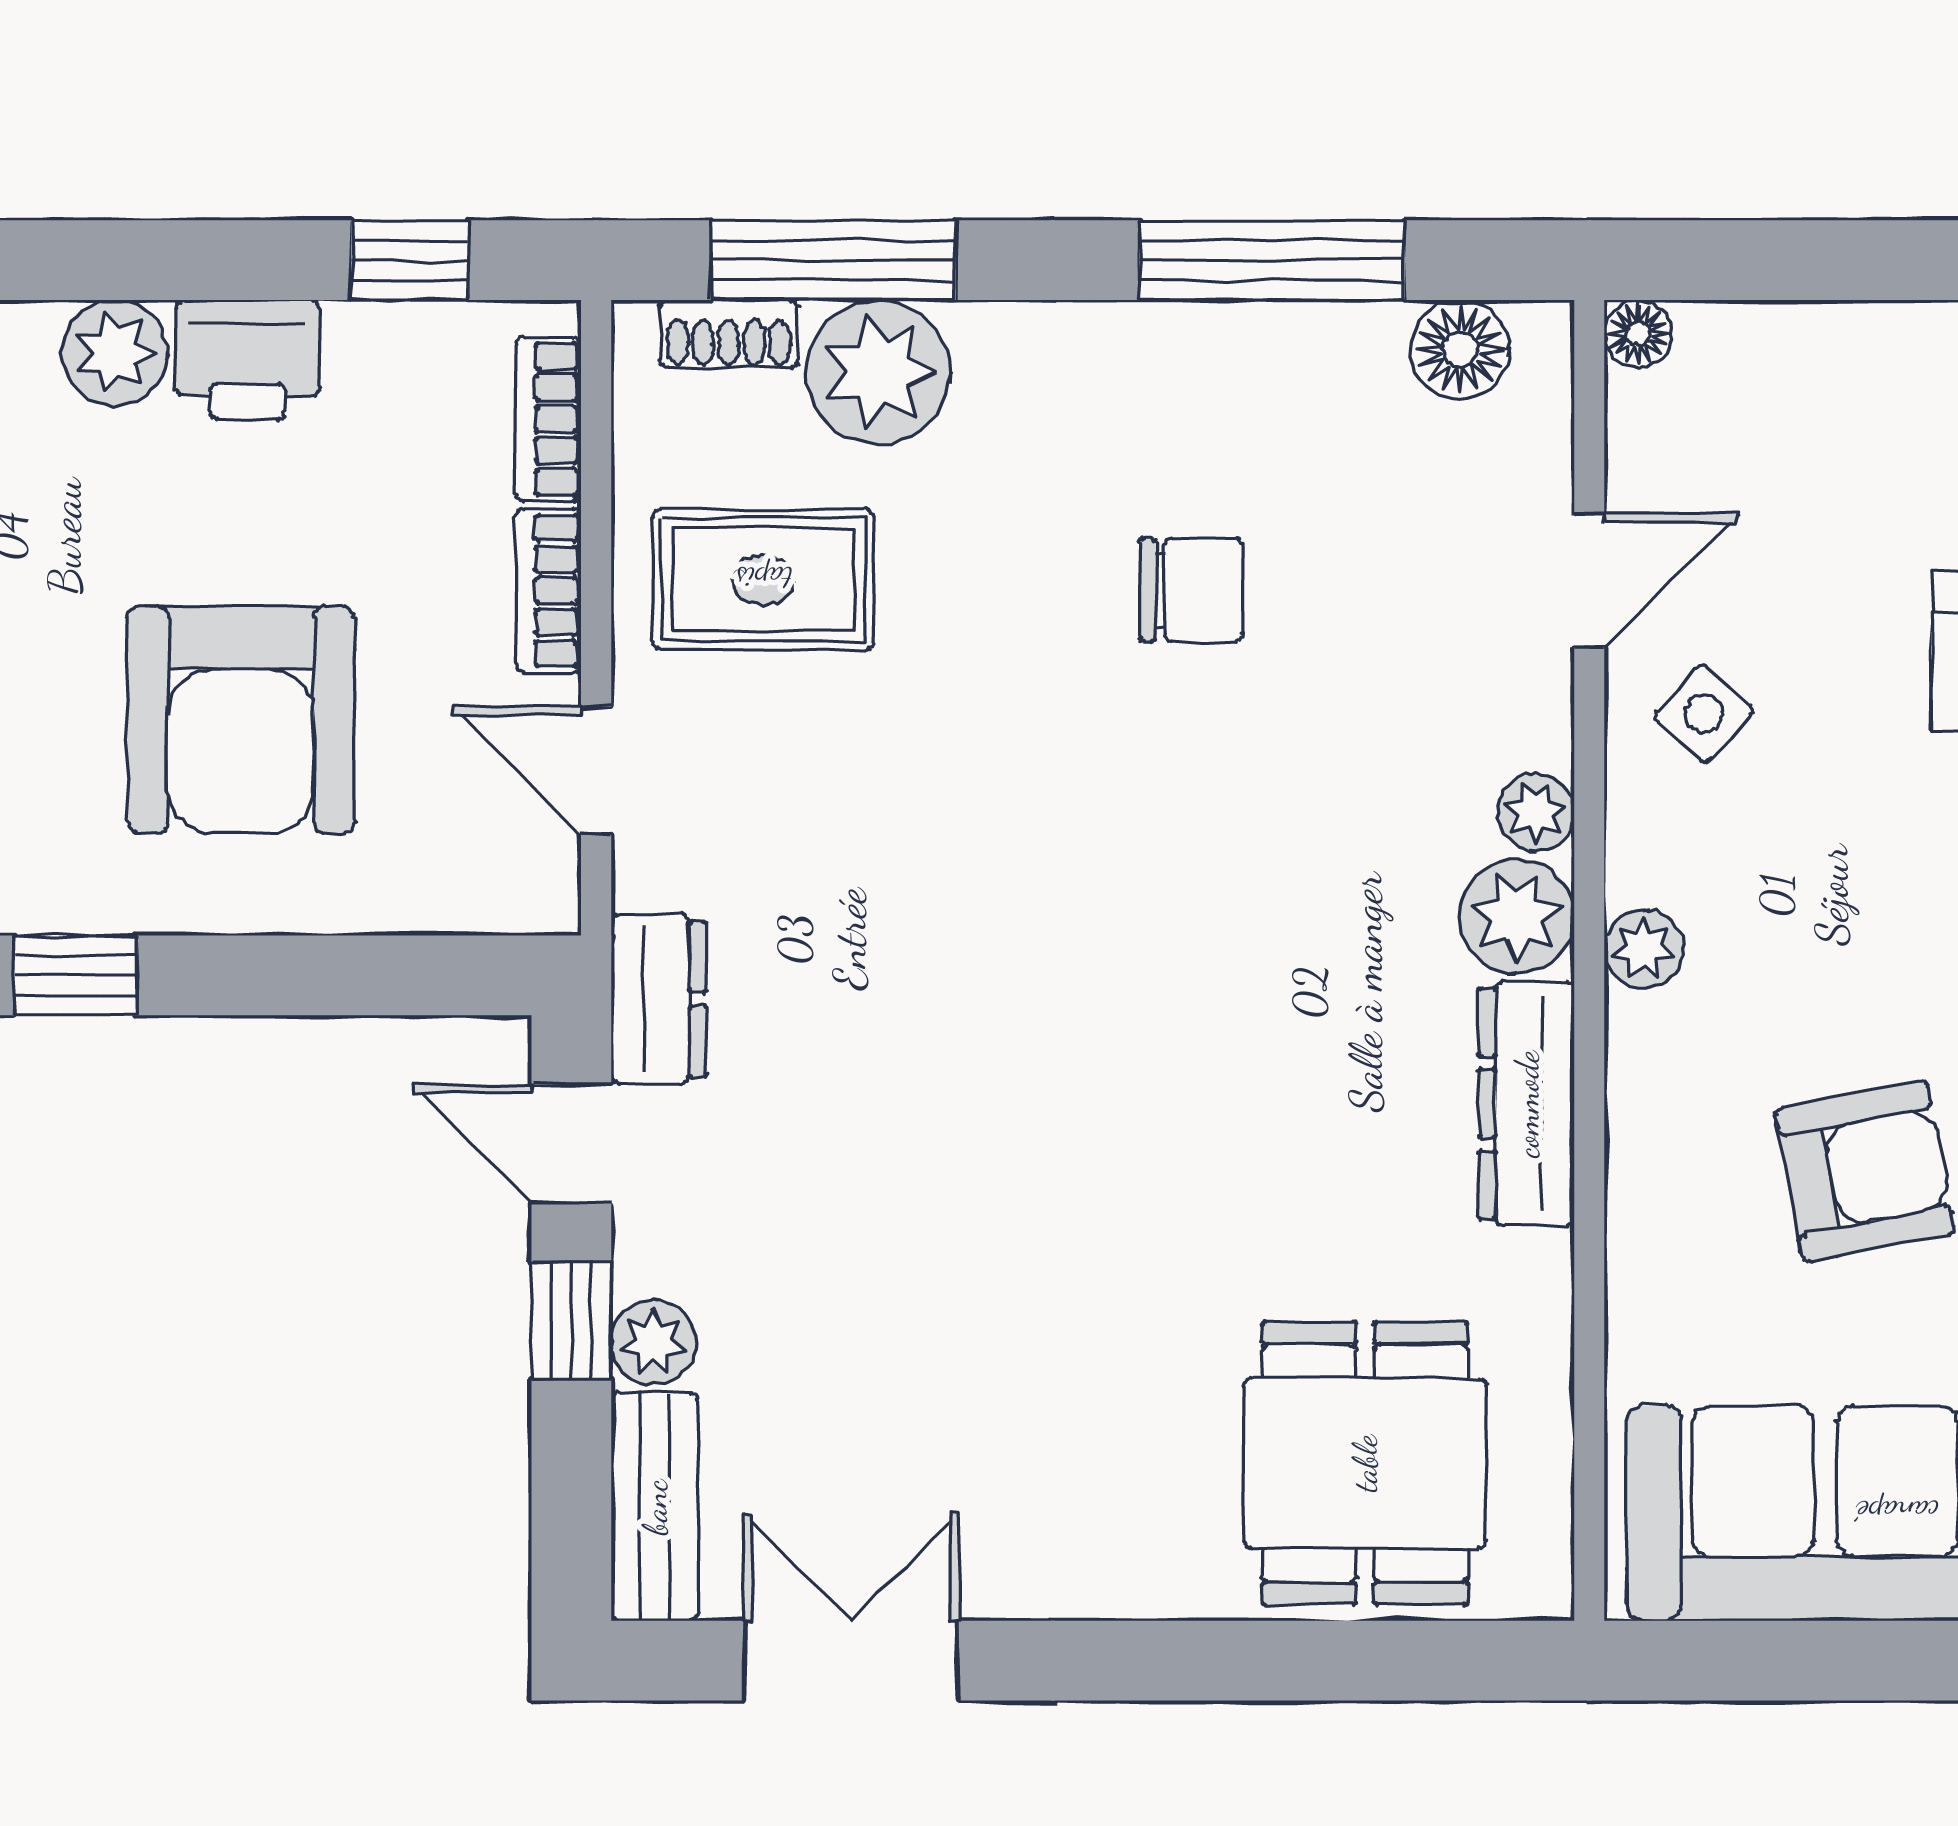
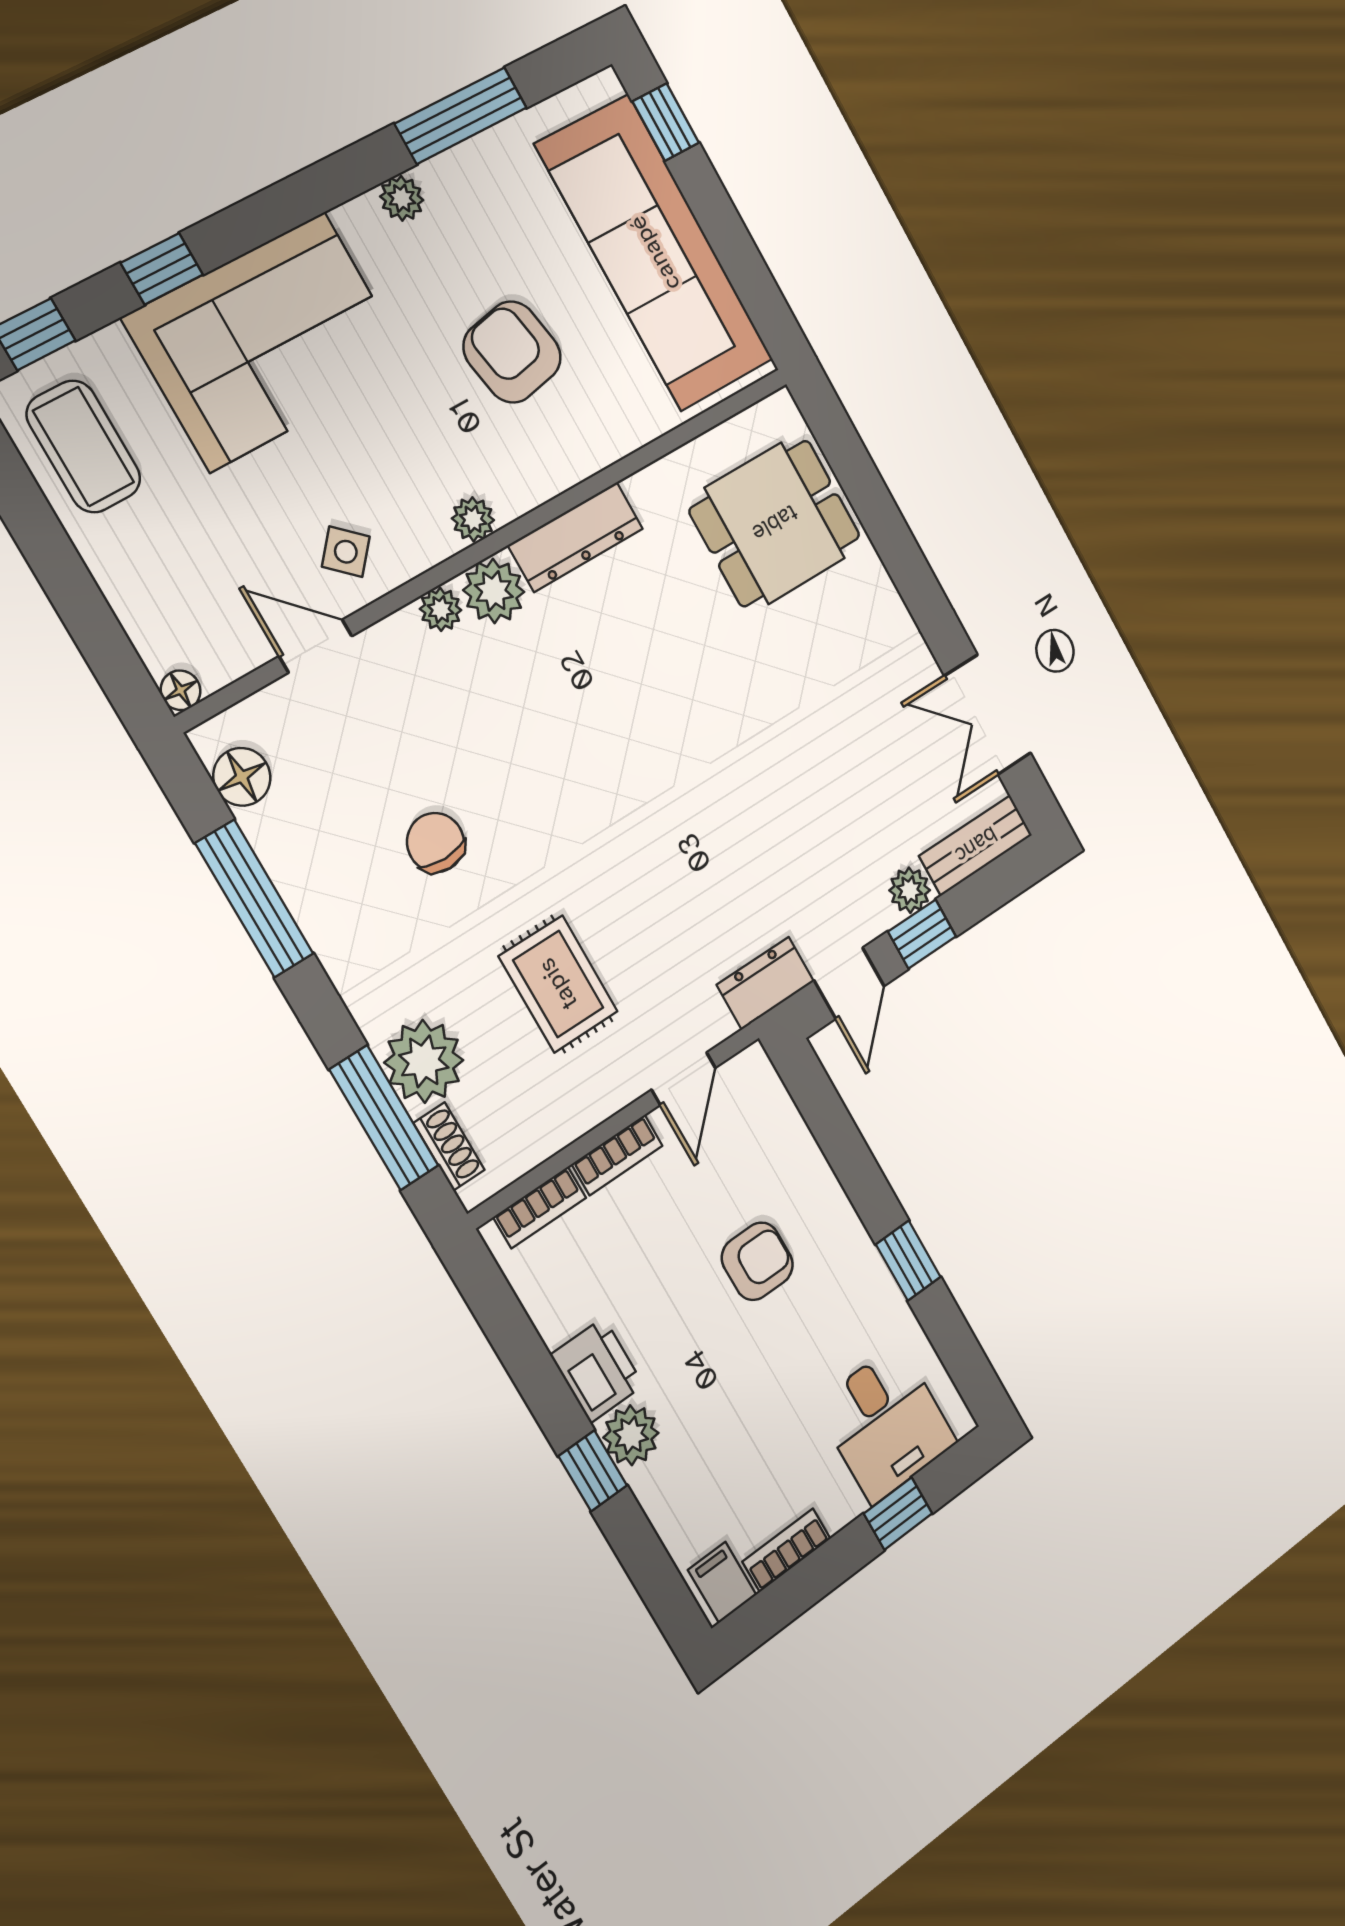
window: (410, 260) -> (593, 1471), moved
rug: (763, 579) -> (558, 984), moved
armchair: (241, 720) -> (757, 1261), width x0.53, depth x0.53

